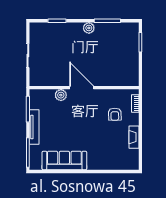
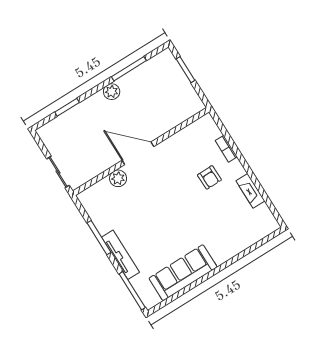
door: (82, 88) -> (138, 153), moved
wall: (84, 88) -> (141, 151), moved
plant: (61, 95) -> (118, 178), moved

